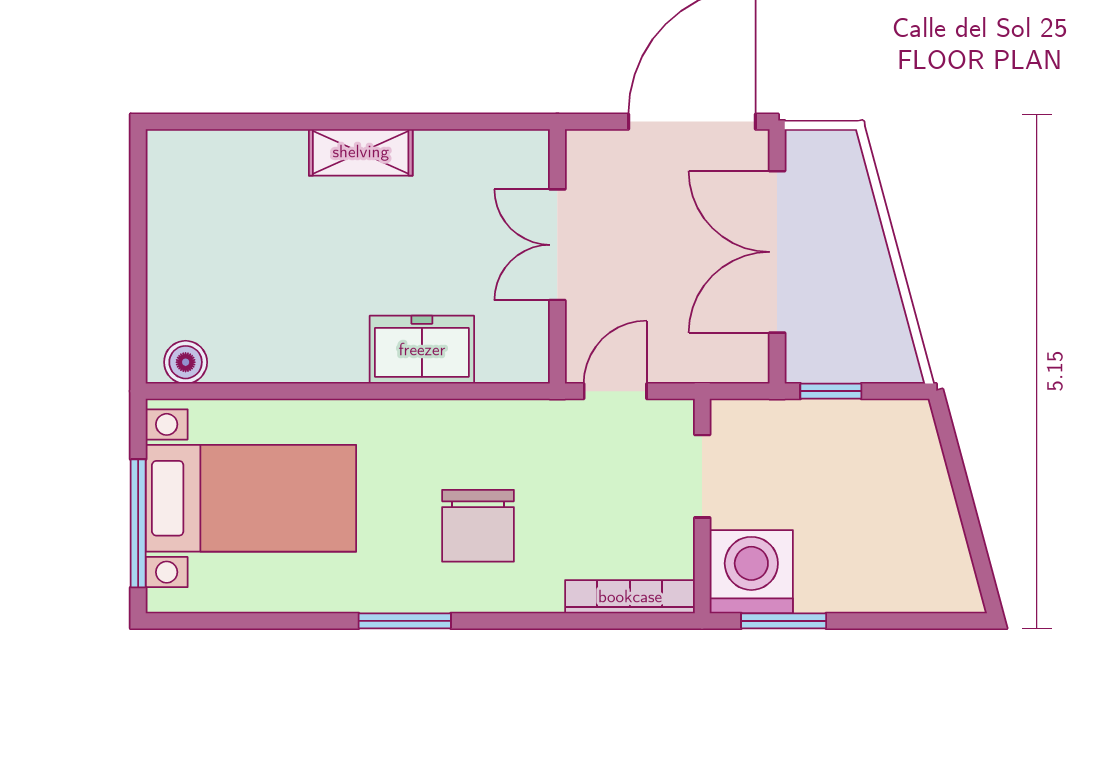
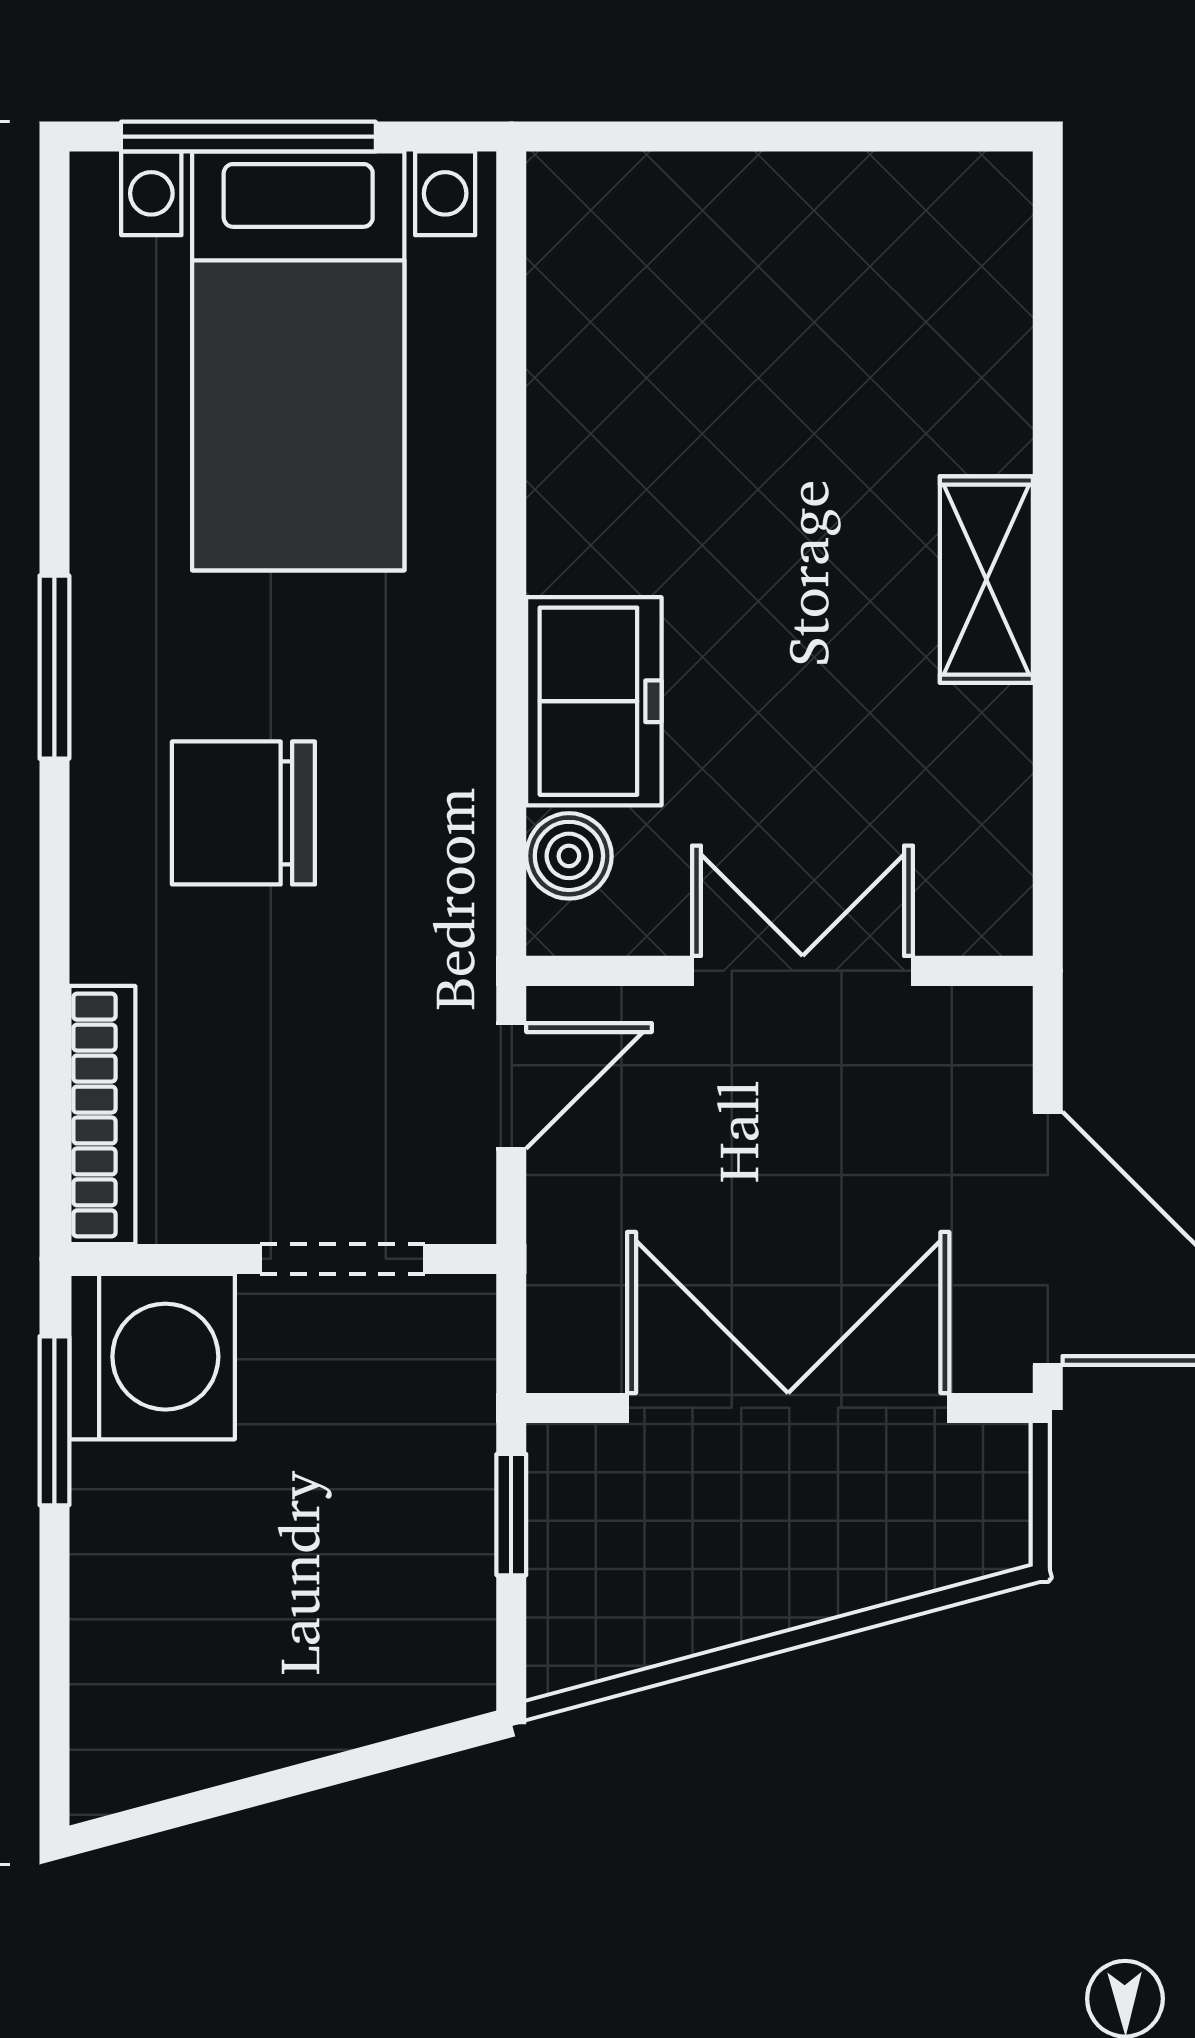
boiler: (186, 362) -> (569, 856), moved
door: (615, 391) -> (511, 1086), hinge flipped

